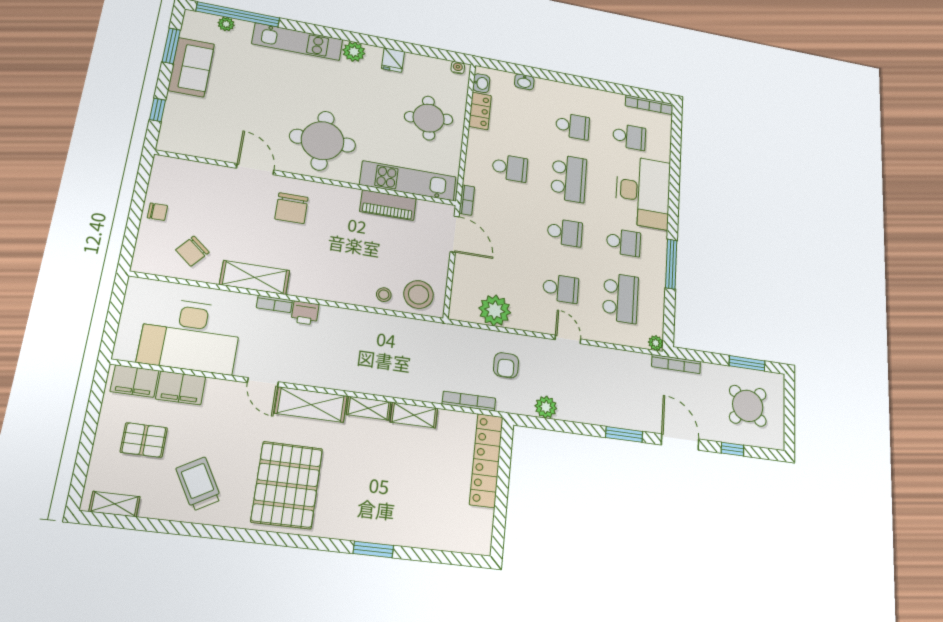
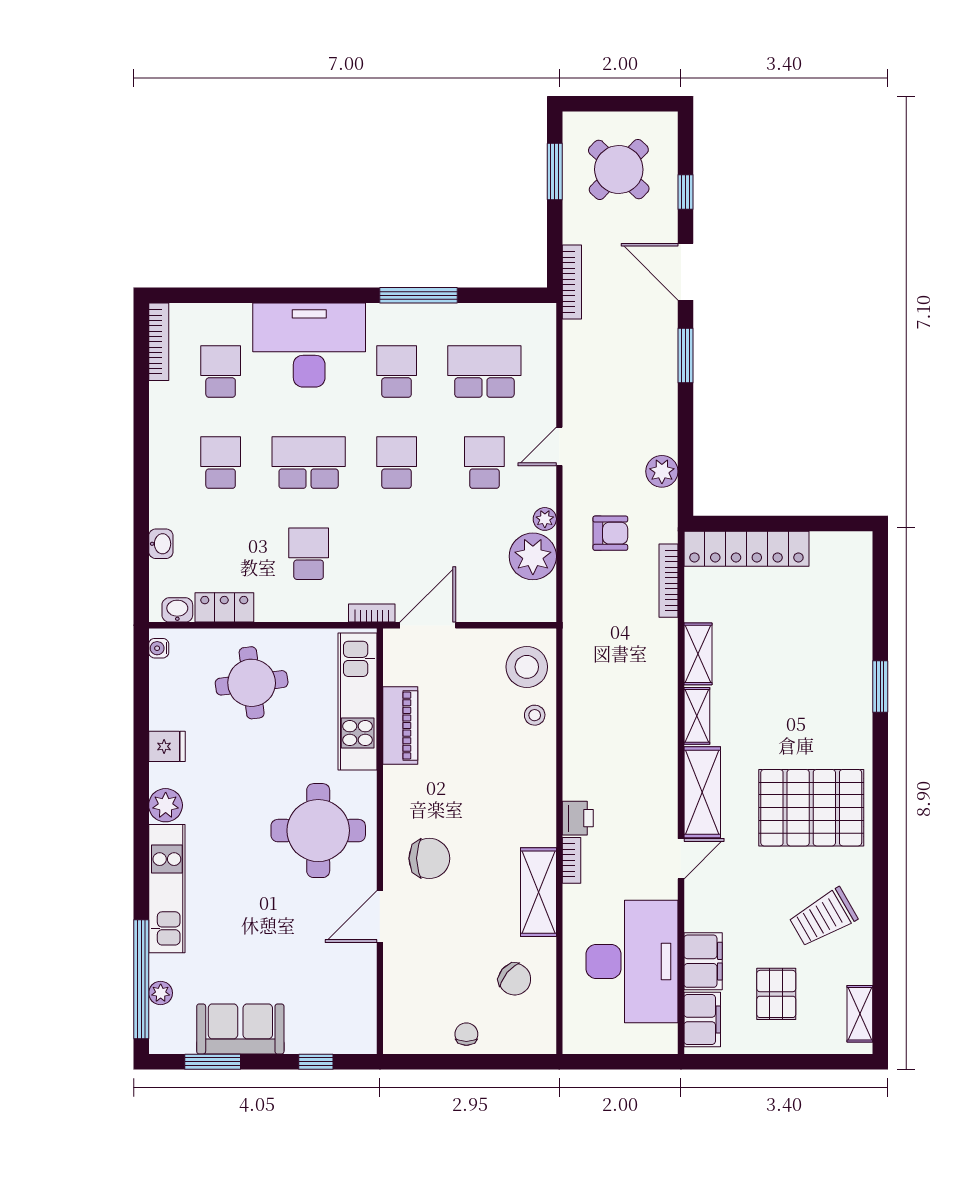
plant: (656, 343) -> (545, 519), moved
door: (680, 442) -> (686, 272), hinge flipped

